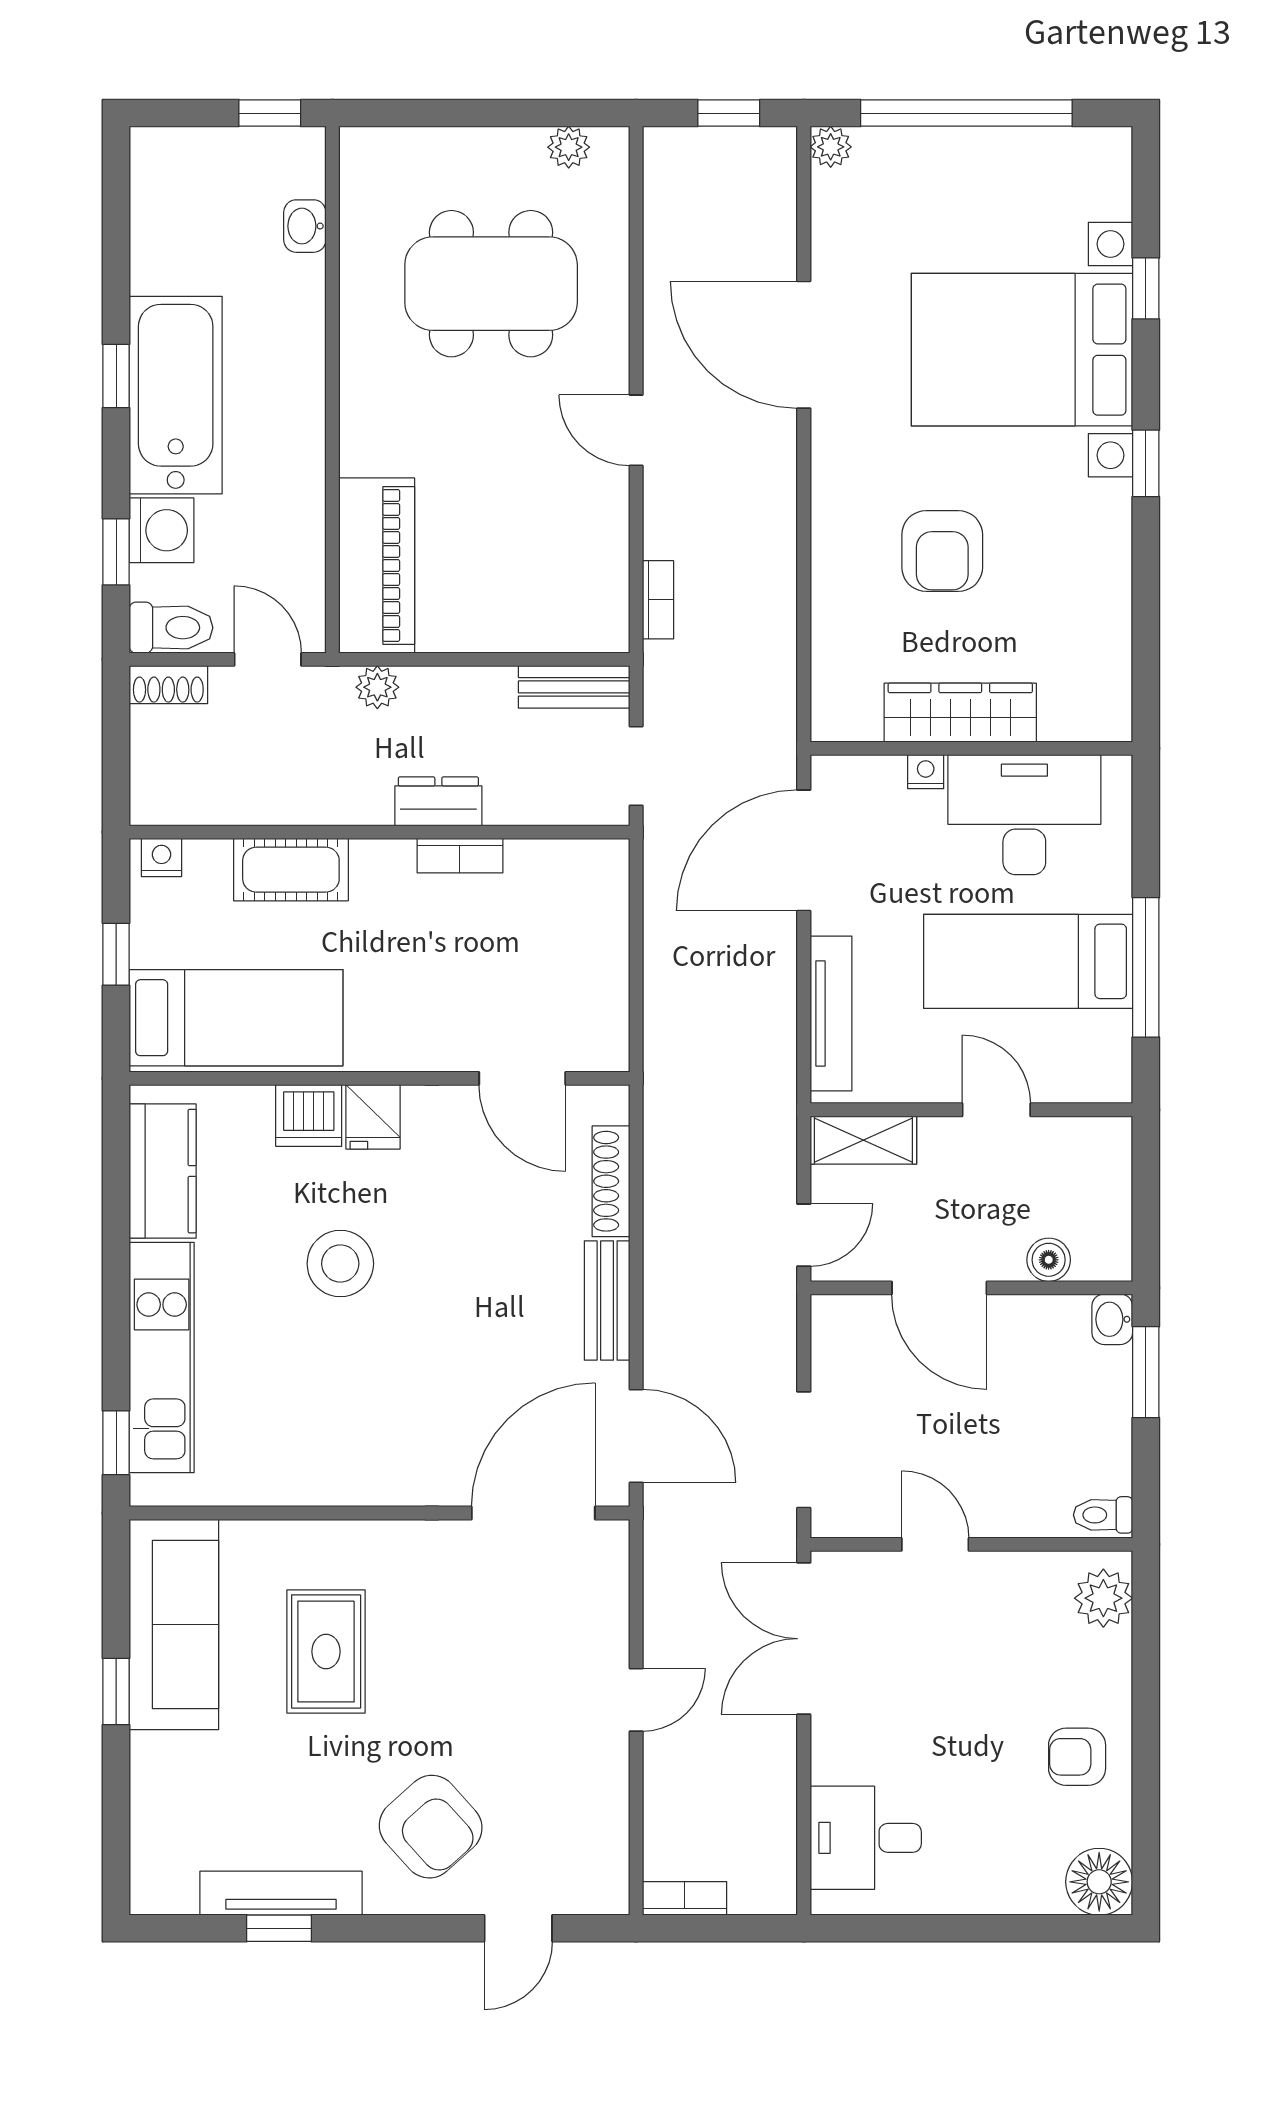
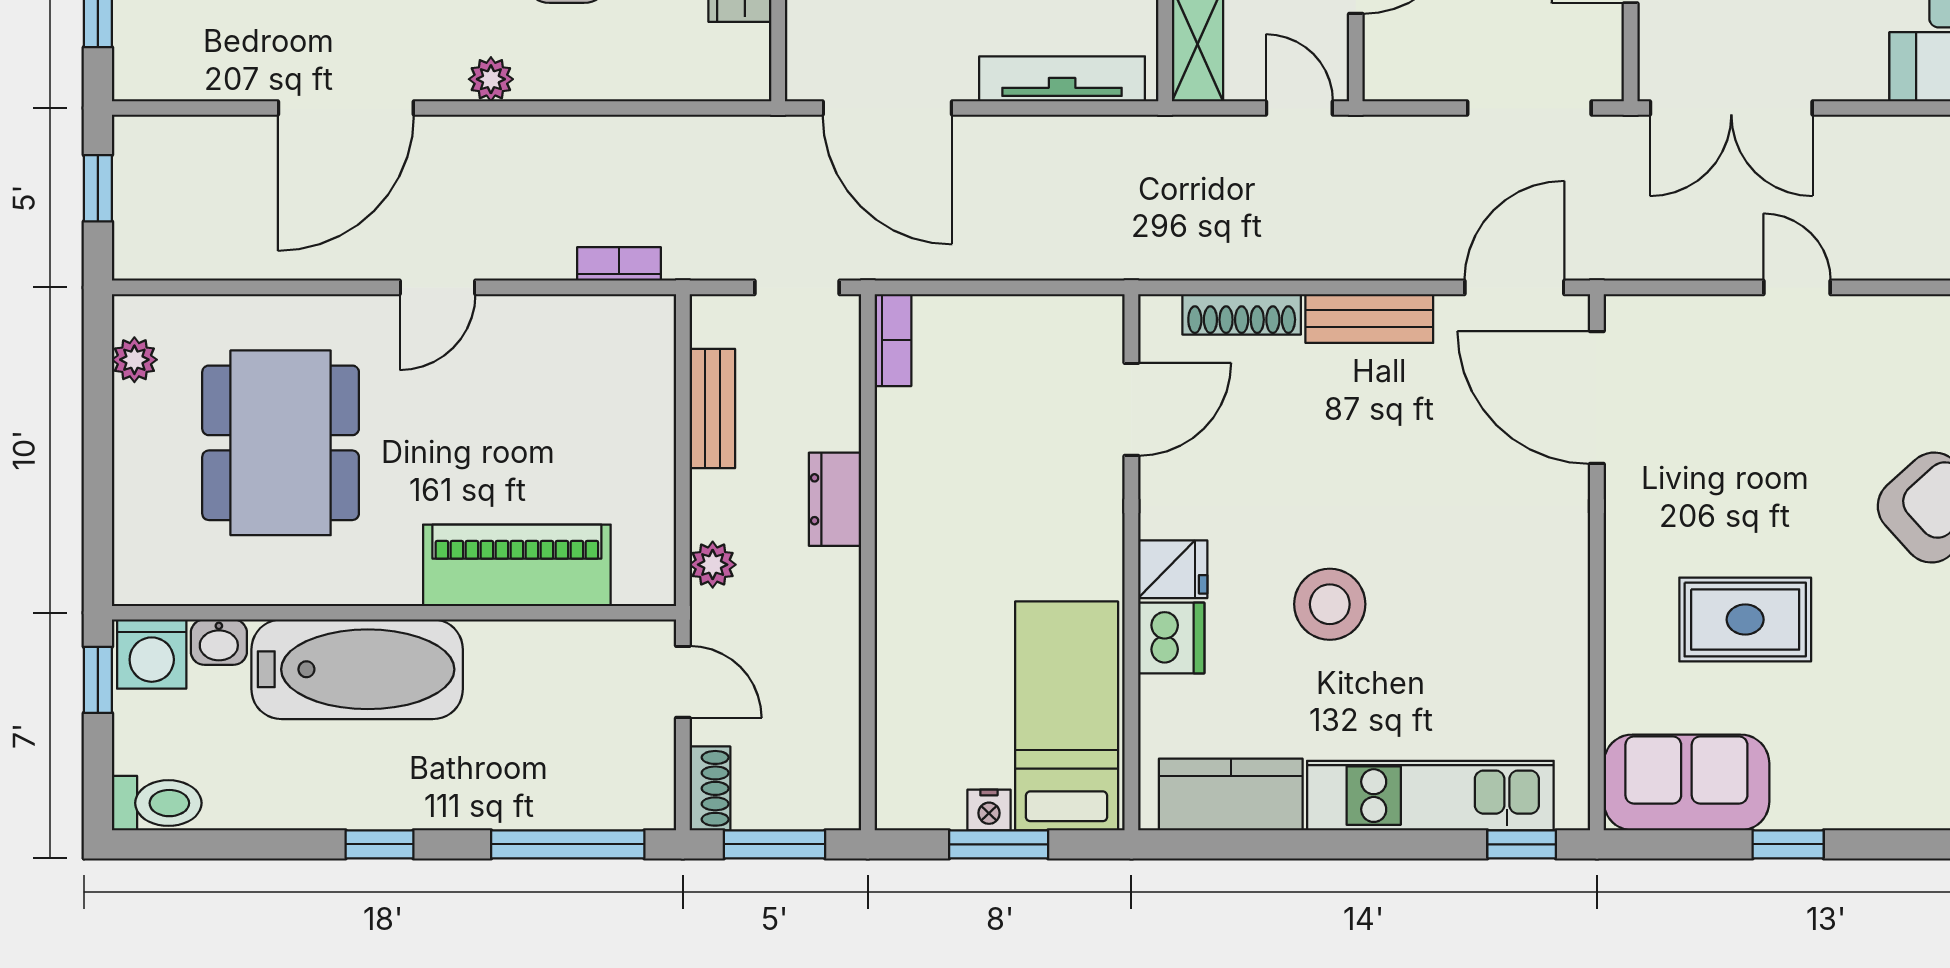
plant: (831, 147) -> (491, 79), moved
bathtub: (176, 395) -> (357, 669), moved, turned 180
washing machine: (161, 530) -> (152, 654), moved, turned 180
window: (116, 552) -> (568, 844), width x2.17
piano: (377, 565) -> (517, 565), moved
toilet: (171, 628) -> (157, 803), moved, turned 90
door: (268, 659) -> (683, 682), swing flipped
bench: (574, 687) -> (712, 409), moved
window: (116, 745) -> (774, 844), added
bookcase: (460, 856) -> (893, 340), moved
nightstand: (161, 857) -> (989, 810), moved, turned -90
cot: (291, 870) -> (908, 657), removed
window: (116, 954) -> (999, 844), width x1.50
sofa: (174, 1625) -> (1686, 782), width x0.73

